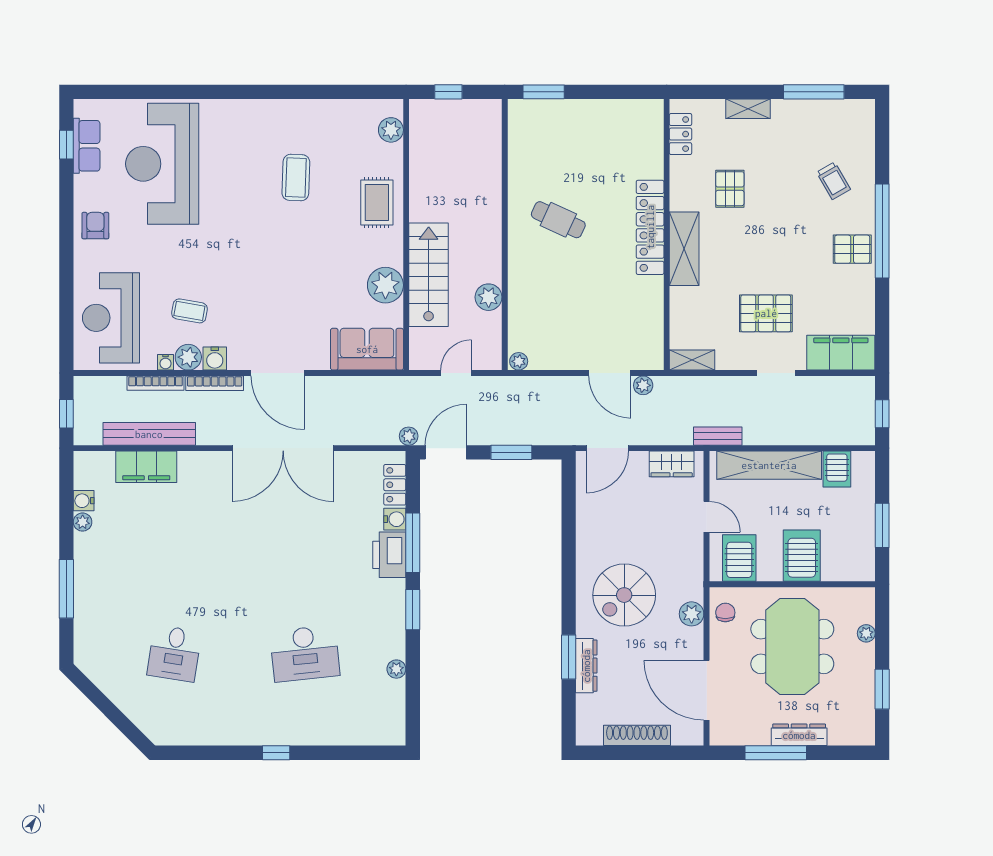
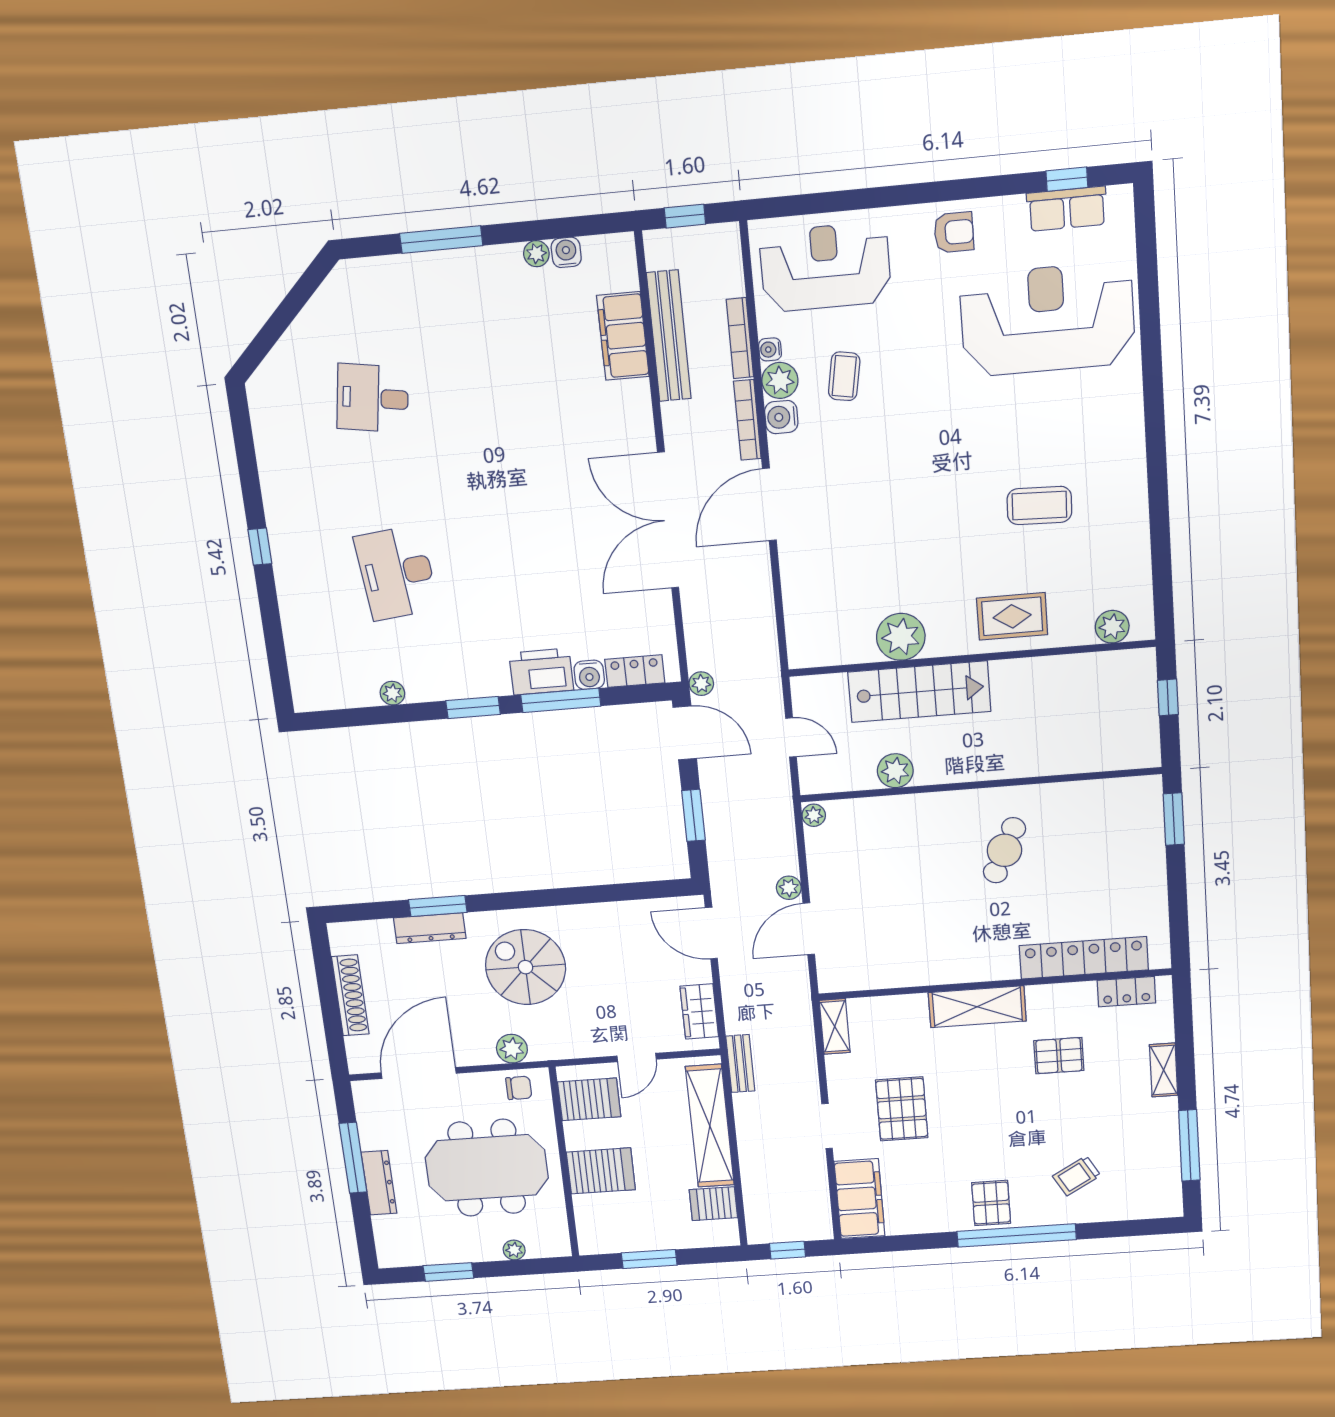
locker: (650, 227) -> (1084, 958), moved
sofa: (367, 349) -> (812, 620), removed
plant: (643, 385) -> (789, 888), moved

